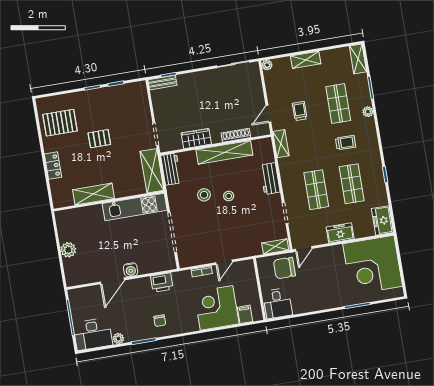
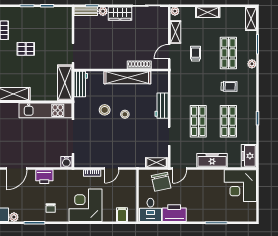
plant: (183, 79) -> (103, 11), added
wardrobe: (196, 139) -> (120, 14), moved, turned 180
shelving: (281, 144) -> (175, 32), moved
freezer: (340, 233) -> (212, 160), width x1.40
corner desk: (373, 265) -> (240, 186), width x0.74, depth x0.74
chair: (284, 268) -> (161, 182), turned -102
water cooler: (131, 270) -> (66, 162), moved
printer: (162, 283) -> (44, 177), moved
printer: (306, 302) -> (174, 213), added
corner desk: (216, 308) -> (85, 205), moved

